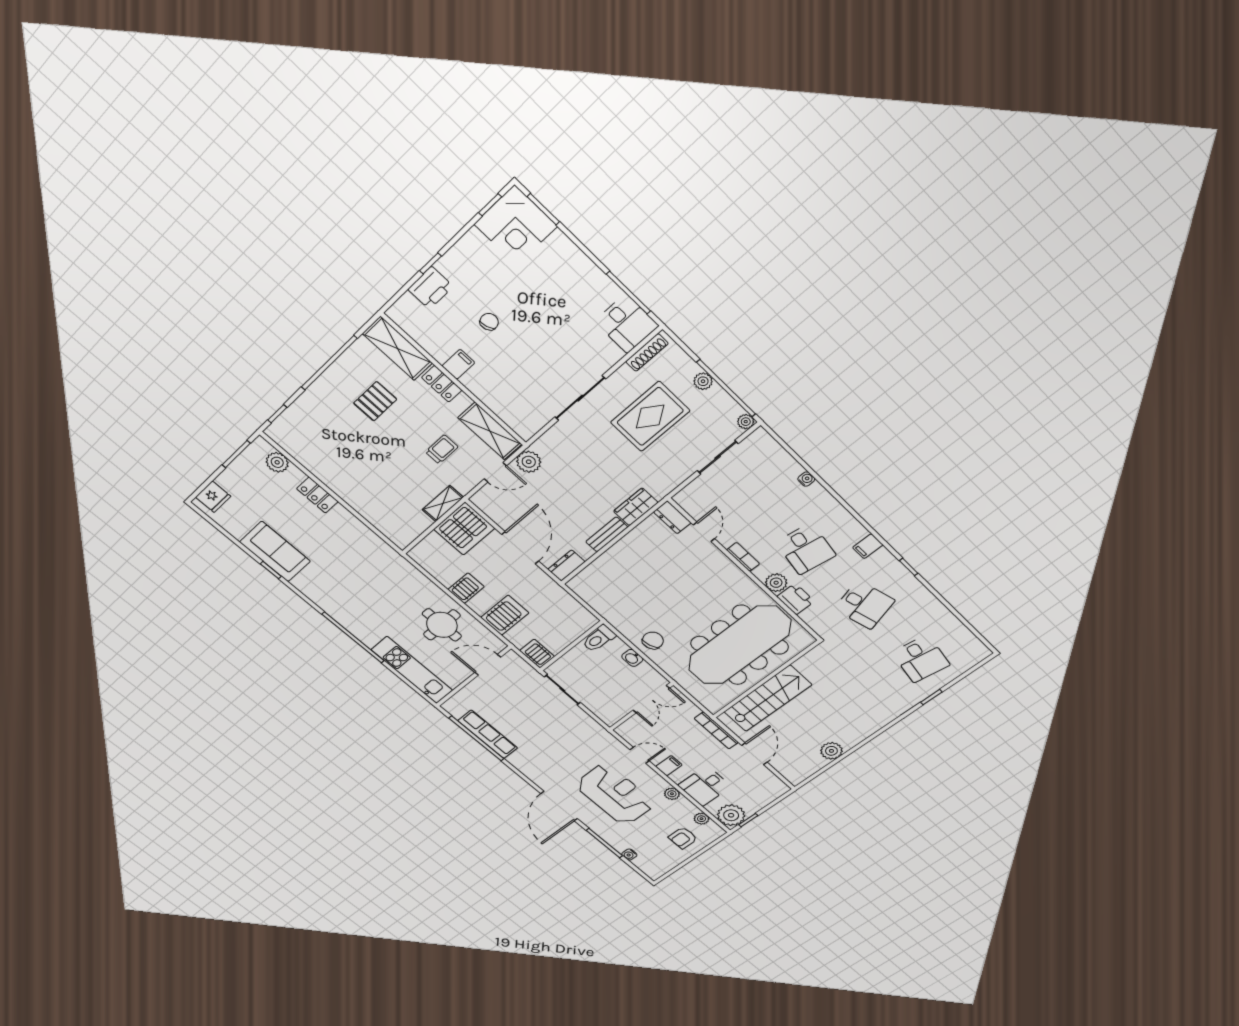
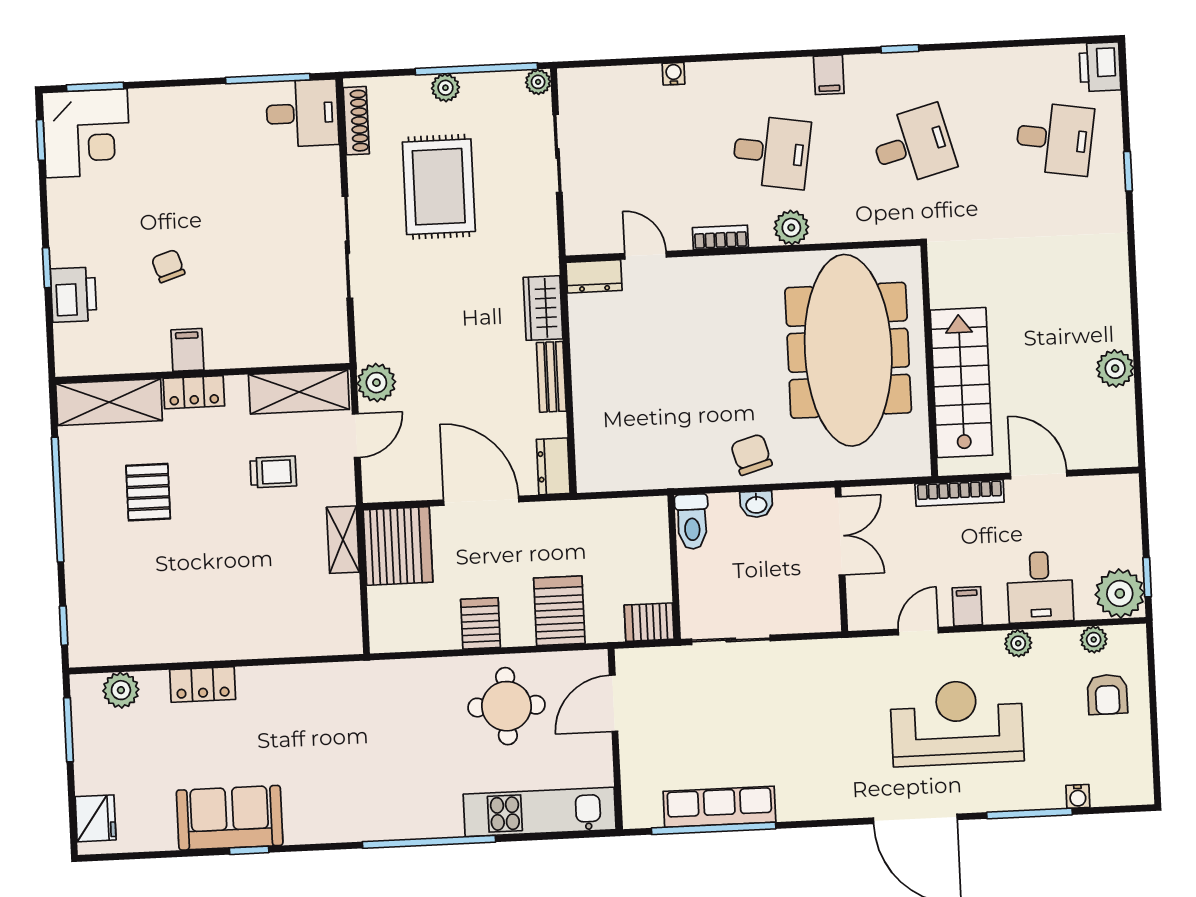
trolley: (442, 449) -> (273, 472), turned 90
printer: (796, 599) -> (1100, 67), moved, turned -90

